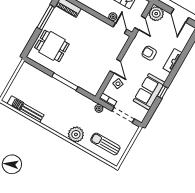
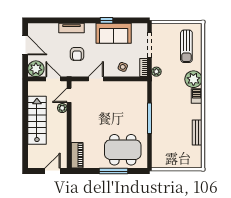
door: (180, 16) -> (25, 45), hinge flipped
window: (46, 17) -> (113, 171), moved
door: (140, 23) -> (53, 79), hinge flipped
dining table: (52, 46) -> (123, 150), width x1.37
door: (115, 66) -> (96, 79), moved
barbecue: (15, 103) -> (197, 96), moved

